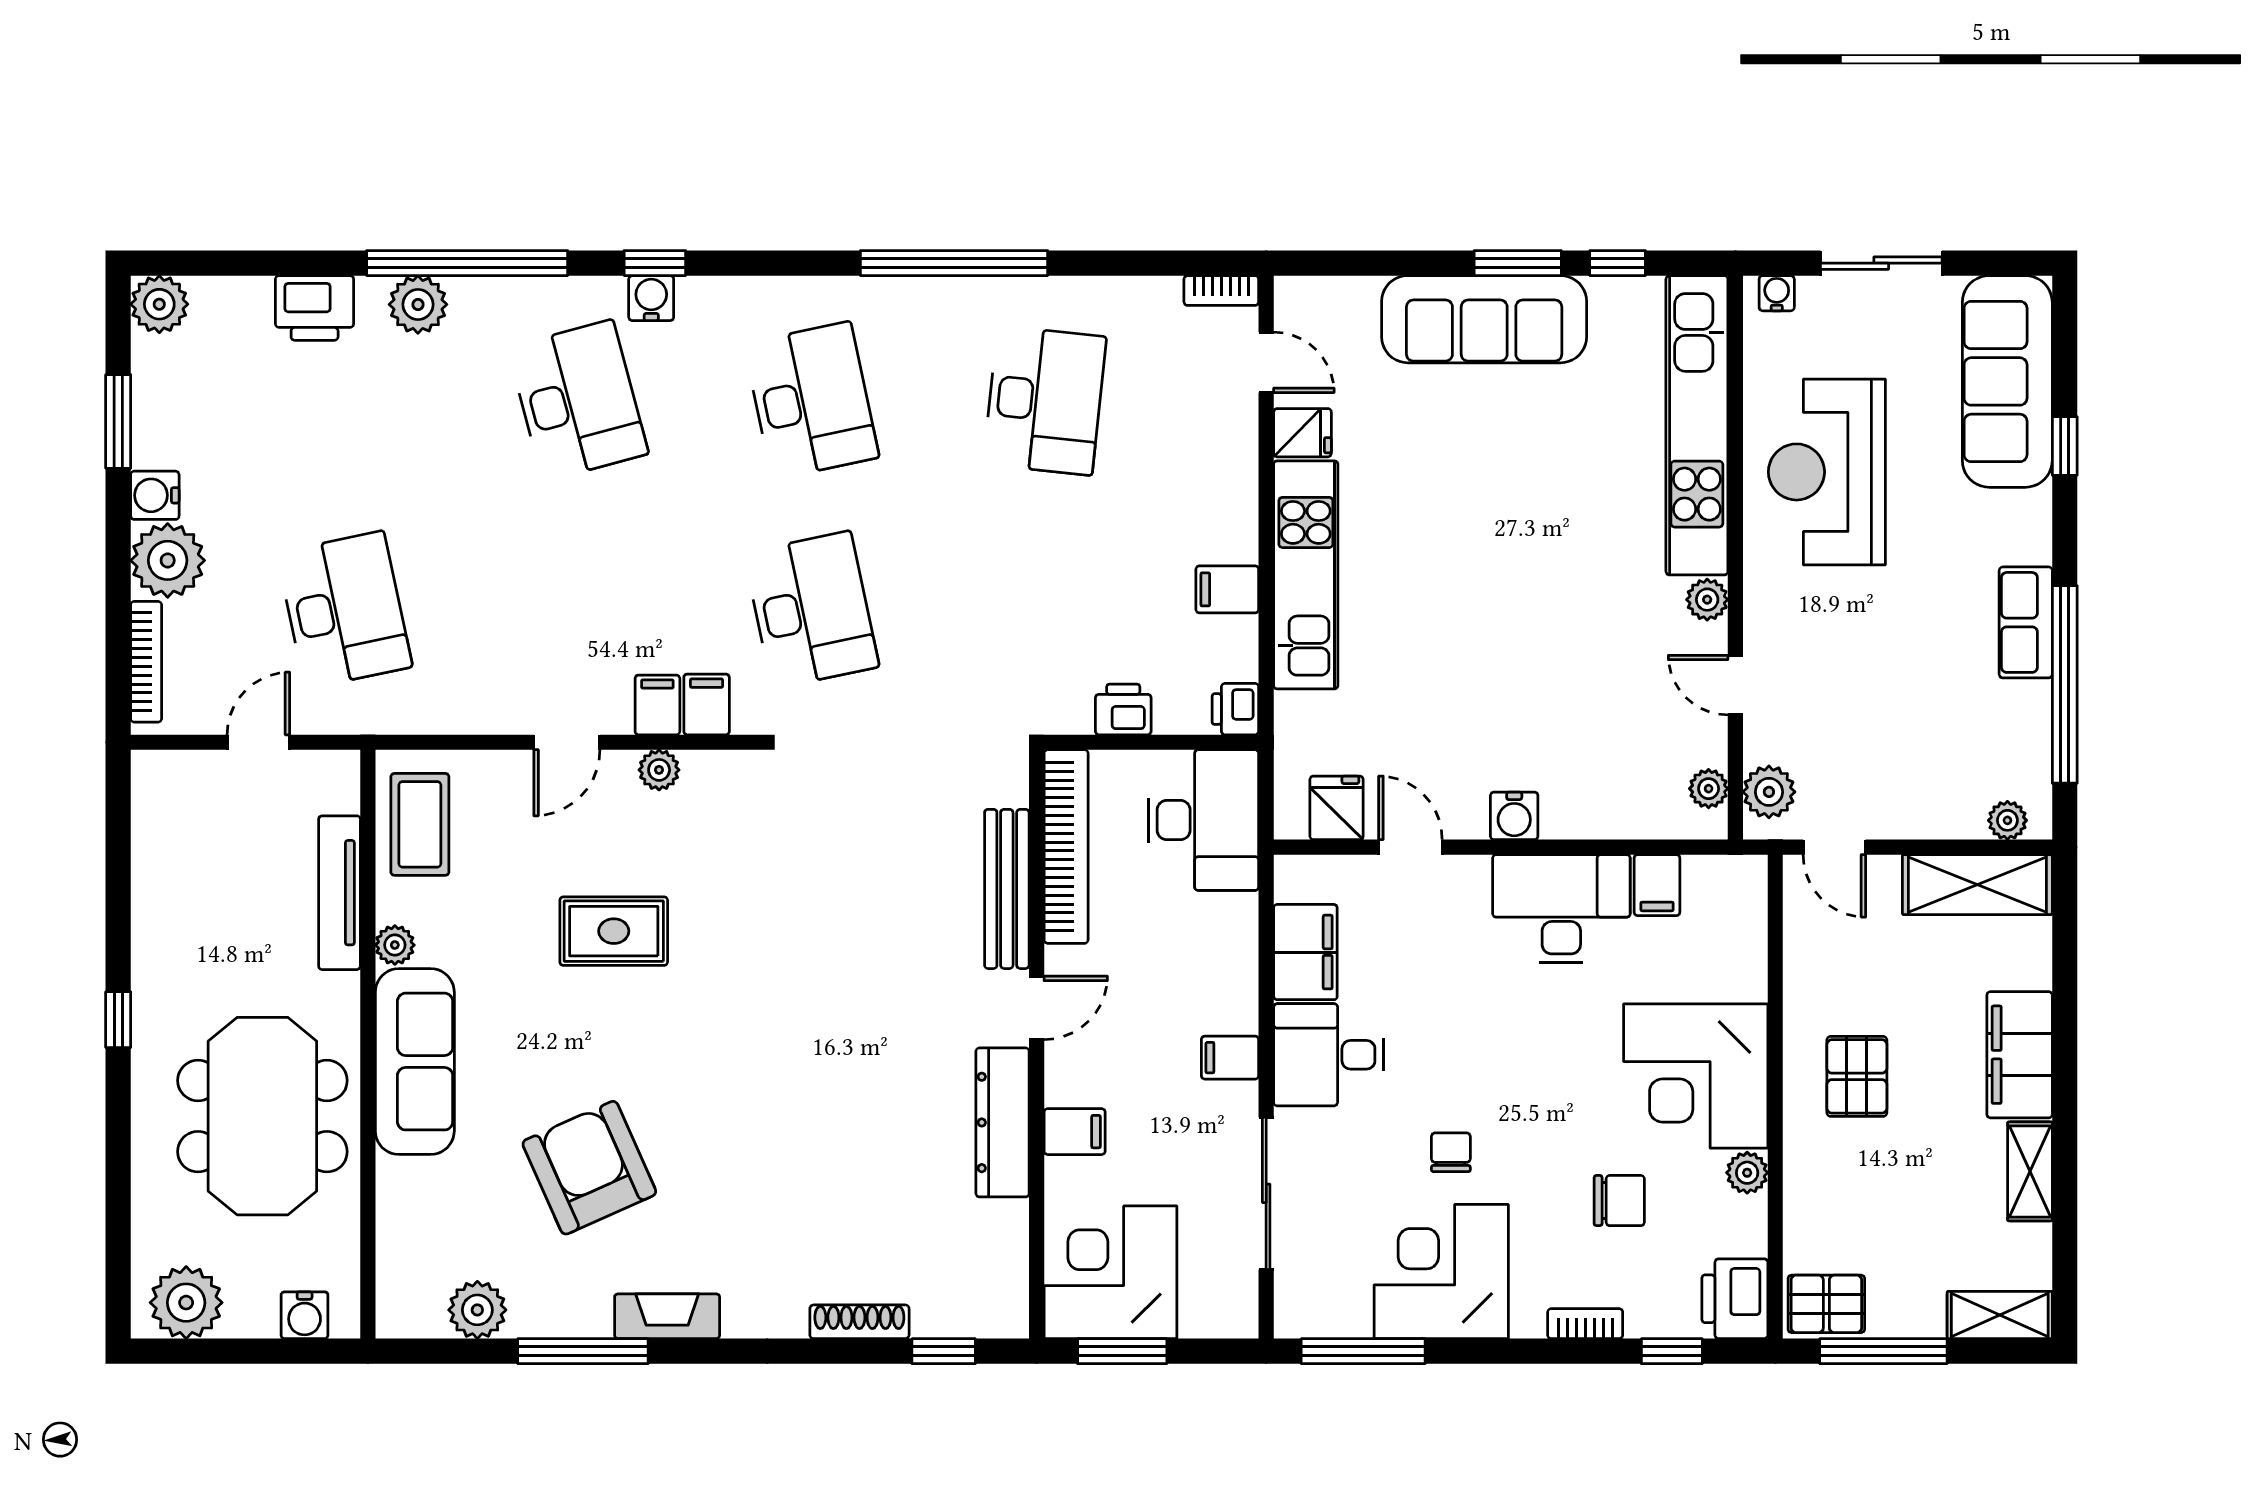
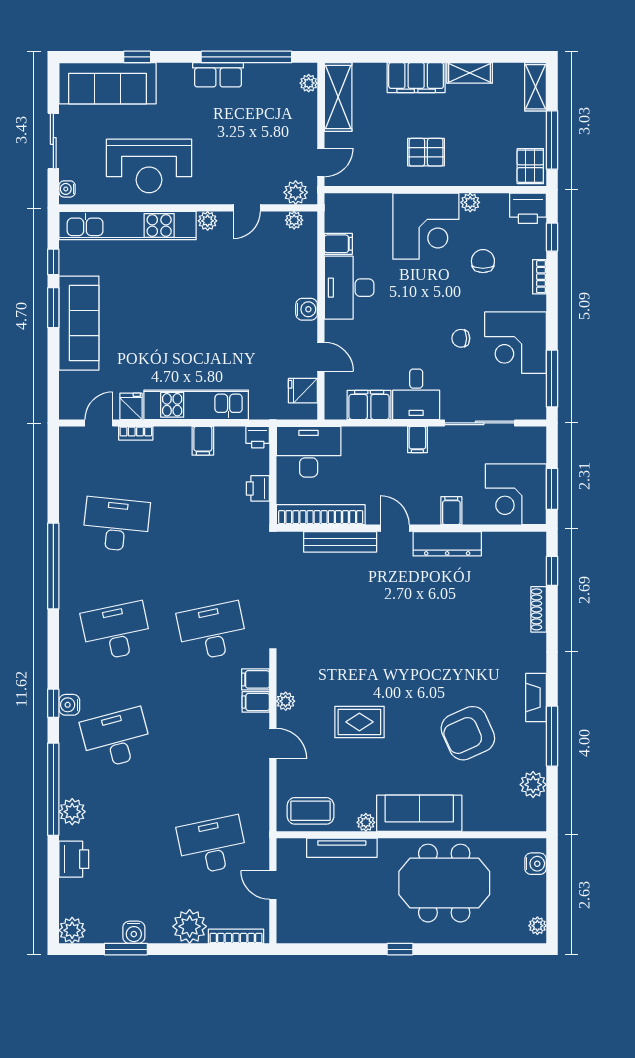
bookcase: (1221, 291) -> (136, 433), moved, turned 90
water cooler: (155, 495) -> (134, 932), moved
door: (1410, 847) -> (321, 357), swing flipped
rug: (614, 931) -> (359, 722), turned 90
plant: (186, 1303) -> (537, 926), width x0.53, depth x0.53

